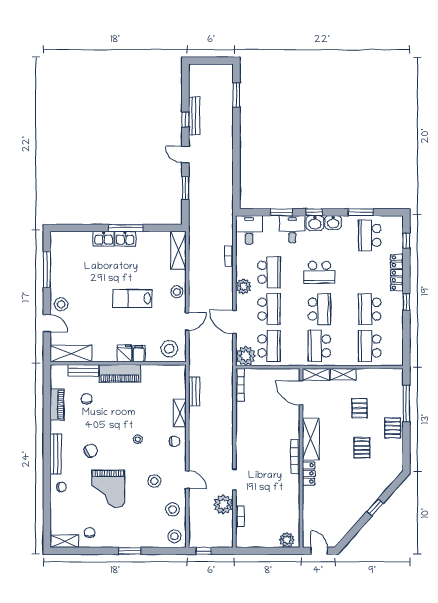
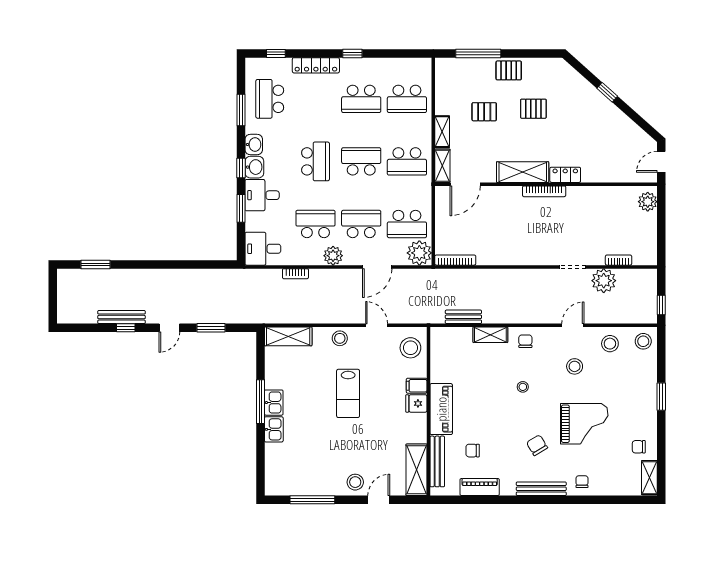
school desk: (370, 235) -> (270, 99), turned 90
school desk: (269, 346) -> (407, 224), turned 180
bench: (83, 370) -> (437, 461), width x1.36

